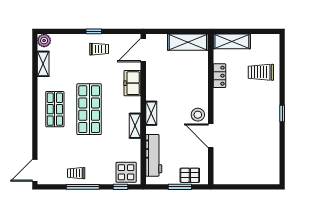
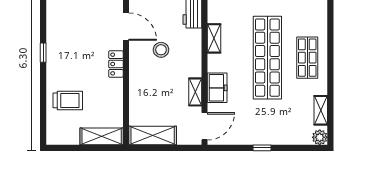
trolley: (99, 49) -> (256, 127), removed
locker: (219, 76) -> (116, 64), moved
shop shelf: (89, 109) -> (267, 58), width x1.40
shelving: (151, 113) -> (195, 92), moved
stool: (198, 115) -> (161, 50), moved

